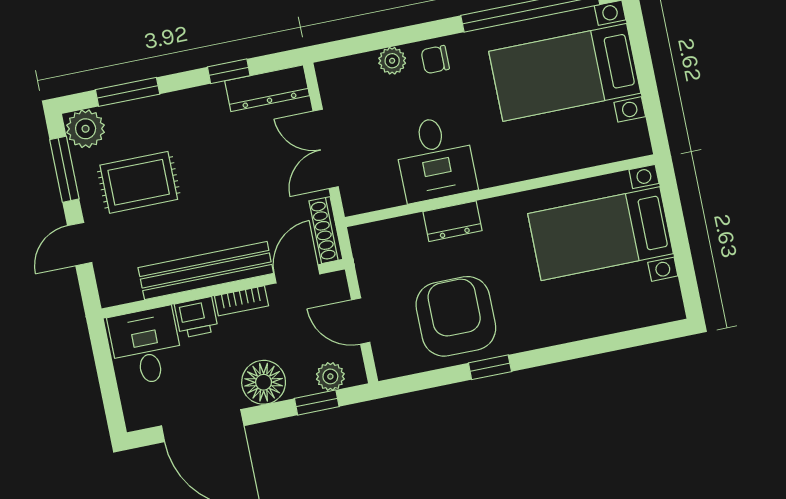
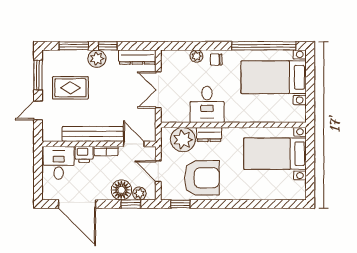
window: (229, 71) -> (108, 46), moved
plant: (86, 129) -> (97, 59), moved
shoe rack: (326, 230) -> (151, 127), removed
plant: (399, 244) -> (183, 140), added
door: (297, 274) -> (134, 144), hinge flipped
armchair: (456, 316) -> (202, 178), turned 90
window: (490, 367) -> (180, 204), moved
floor lamp: (264, 382) -> (121, 190), moved

